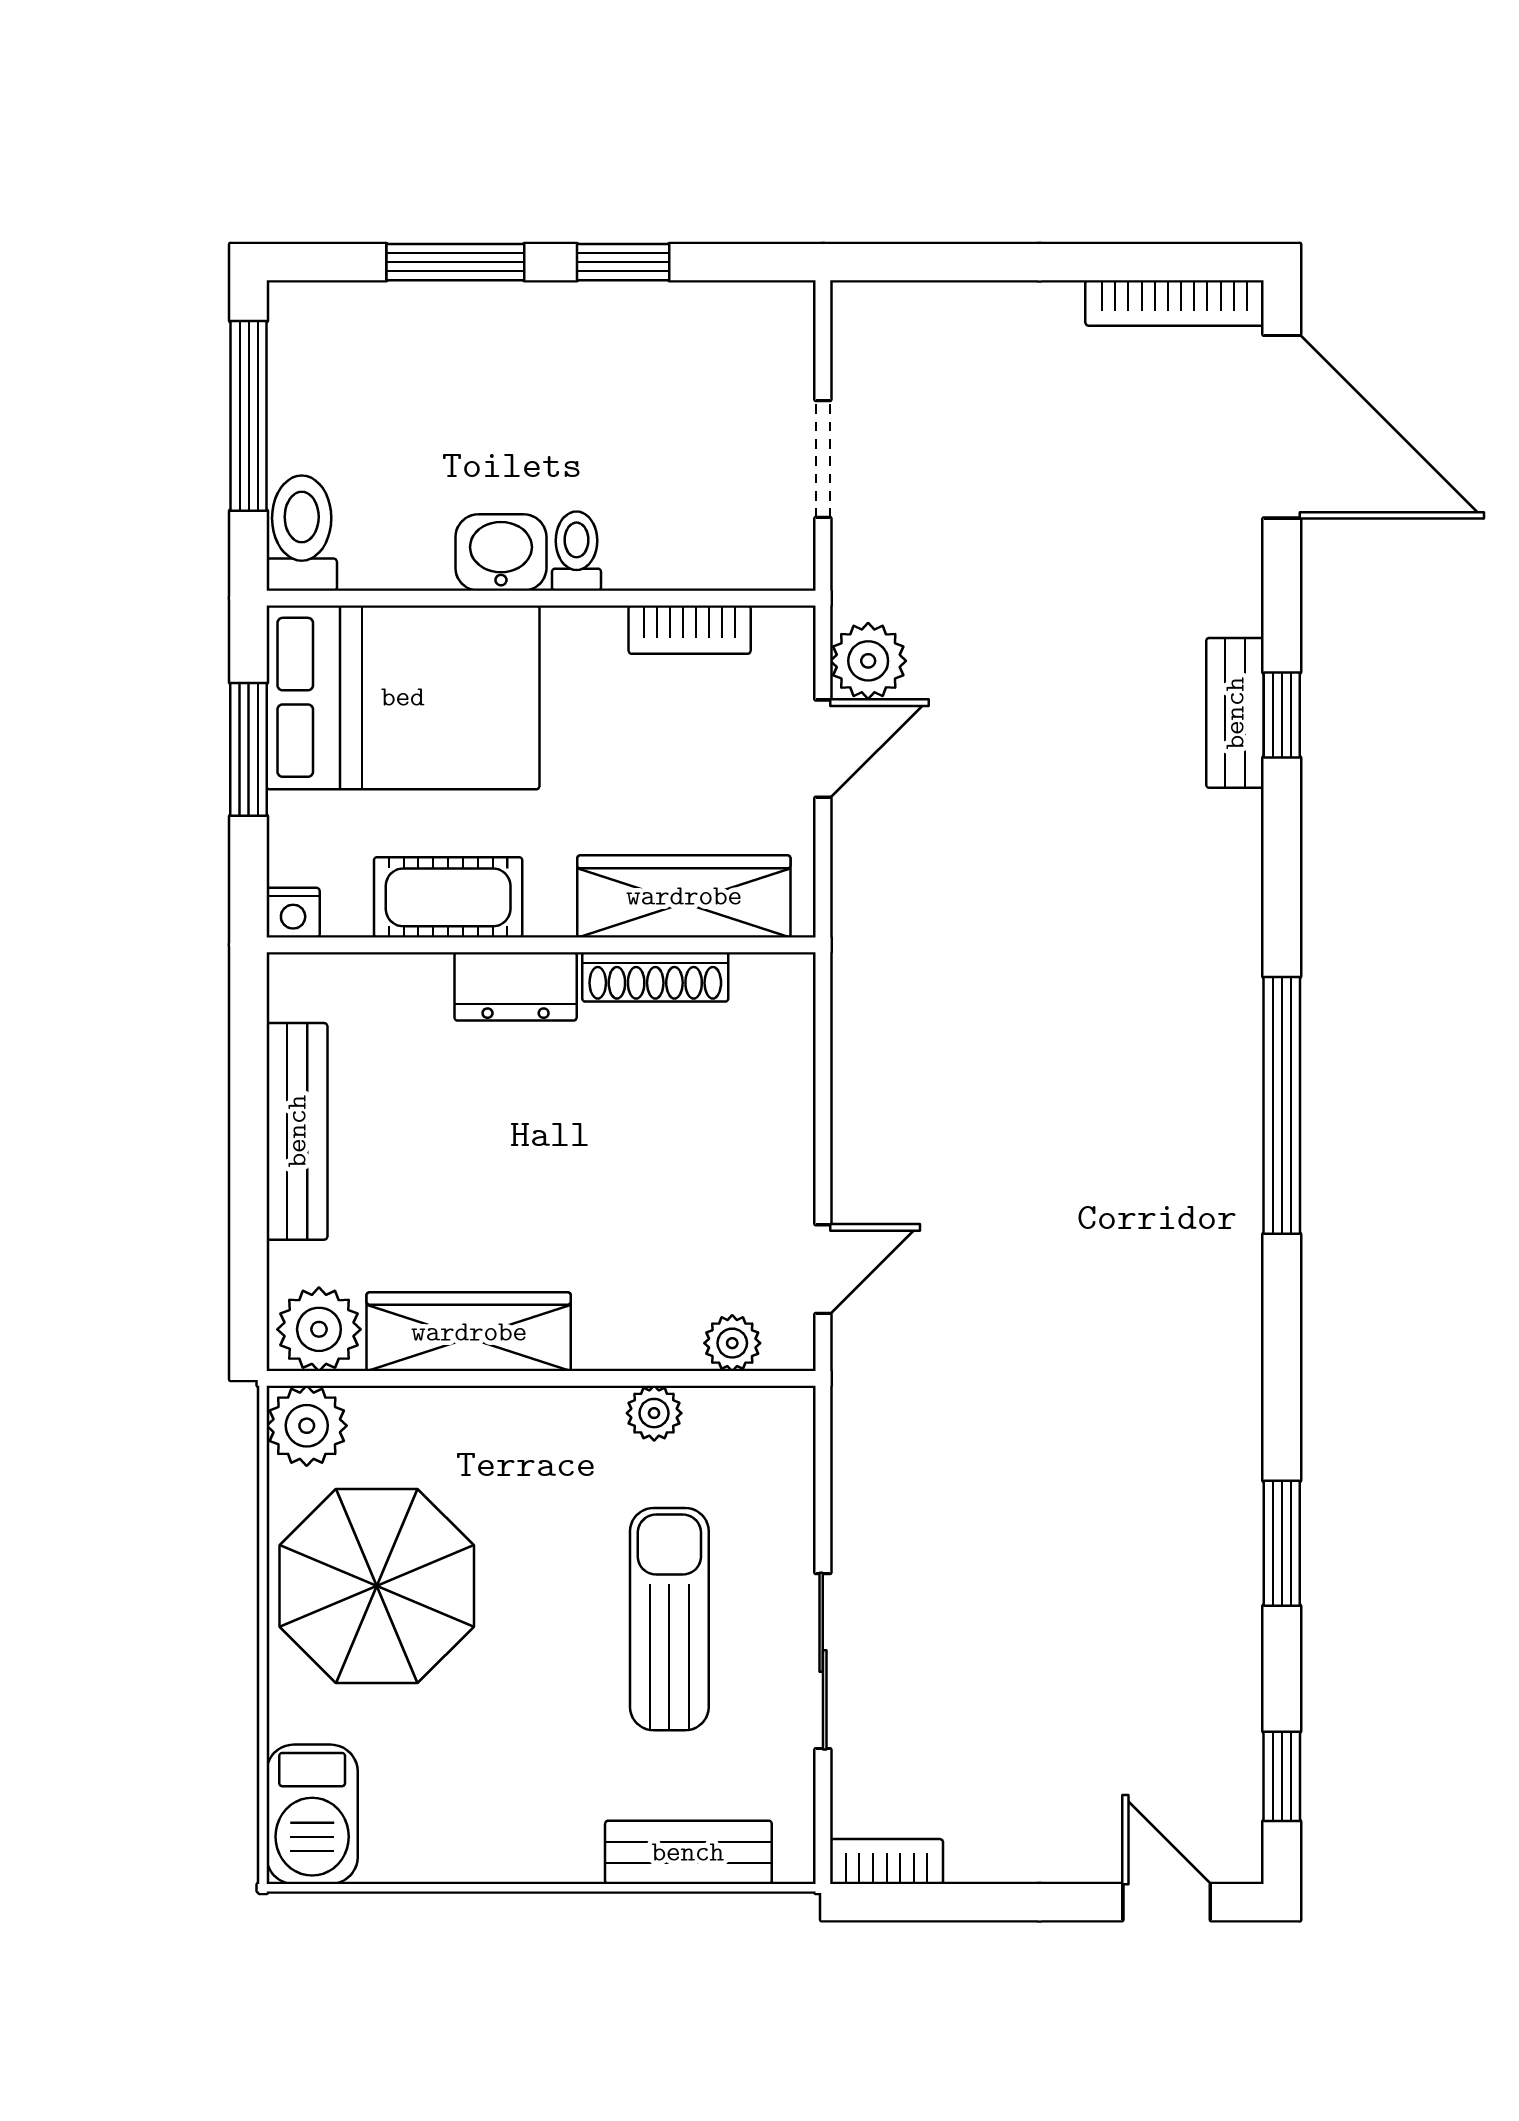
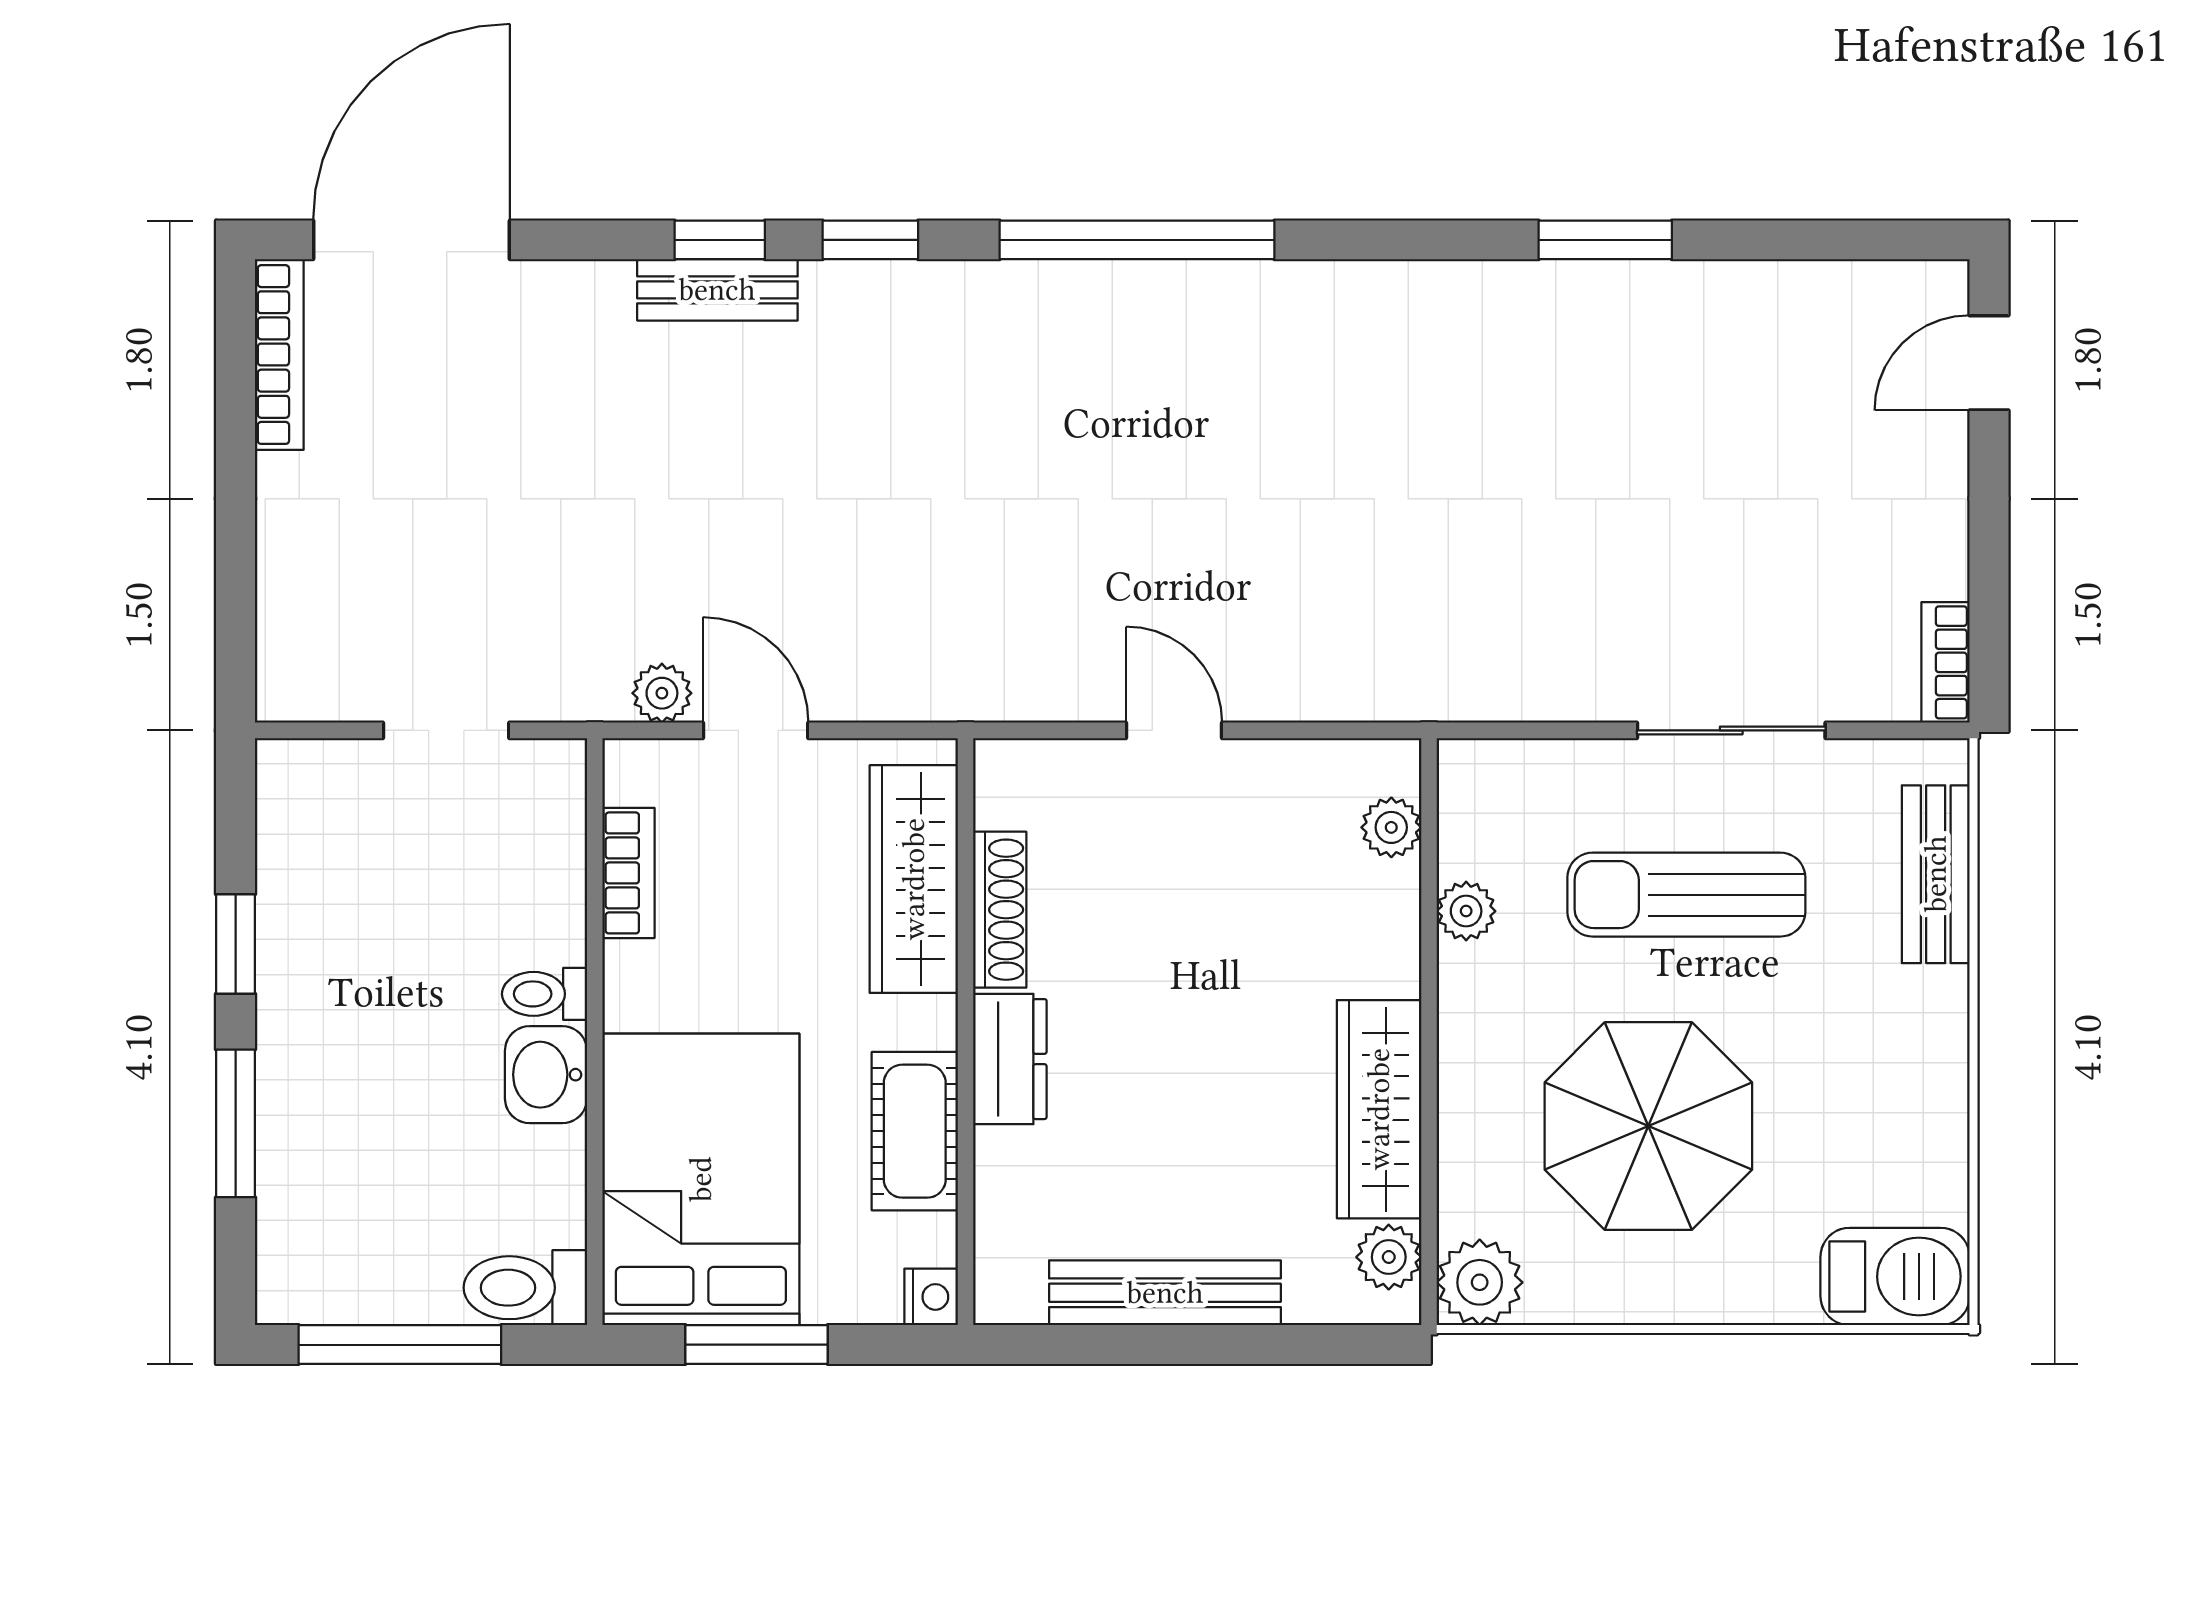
plant: (868, 661) -> (662, 693), width x0.73, depth x0.73
door: (823, 1269) -> (1174, 730), moved
plant: (319, 1329) -> (1389, 1257), width x0.73, depth x0.73
parasol: (377, 1586) -> (1648, 1126), moved
window: (1282, 1776) -> (870, 240), moved

